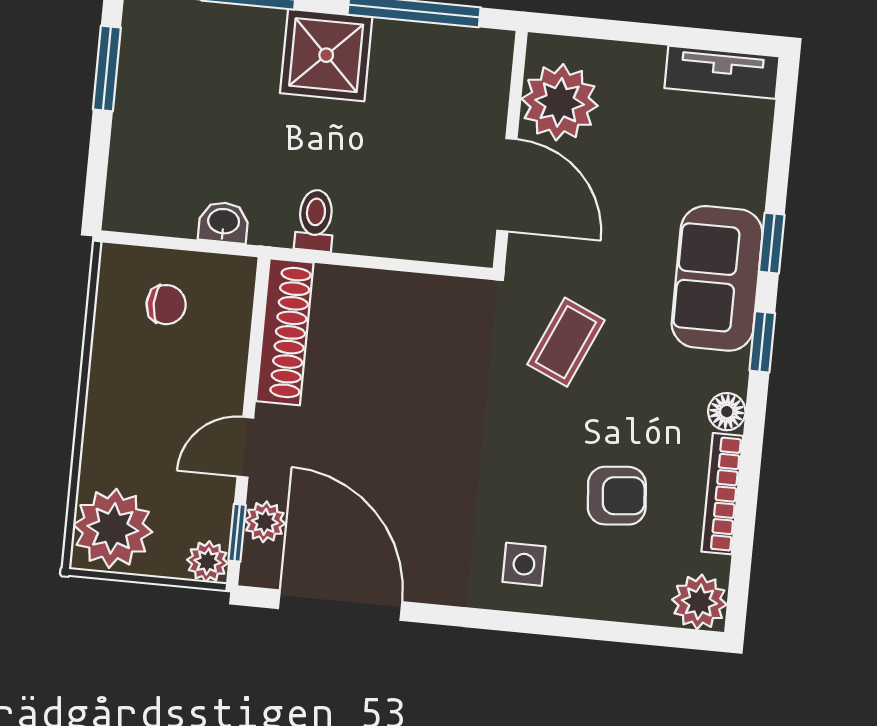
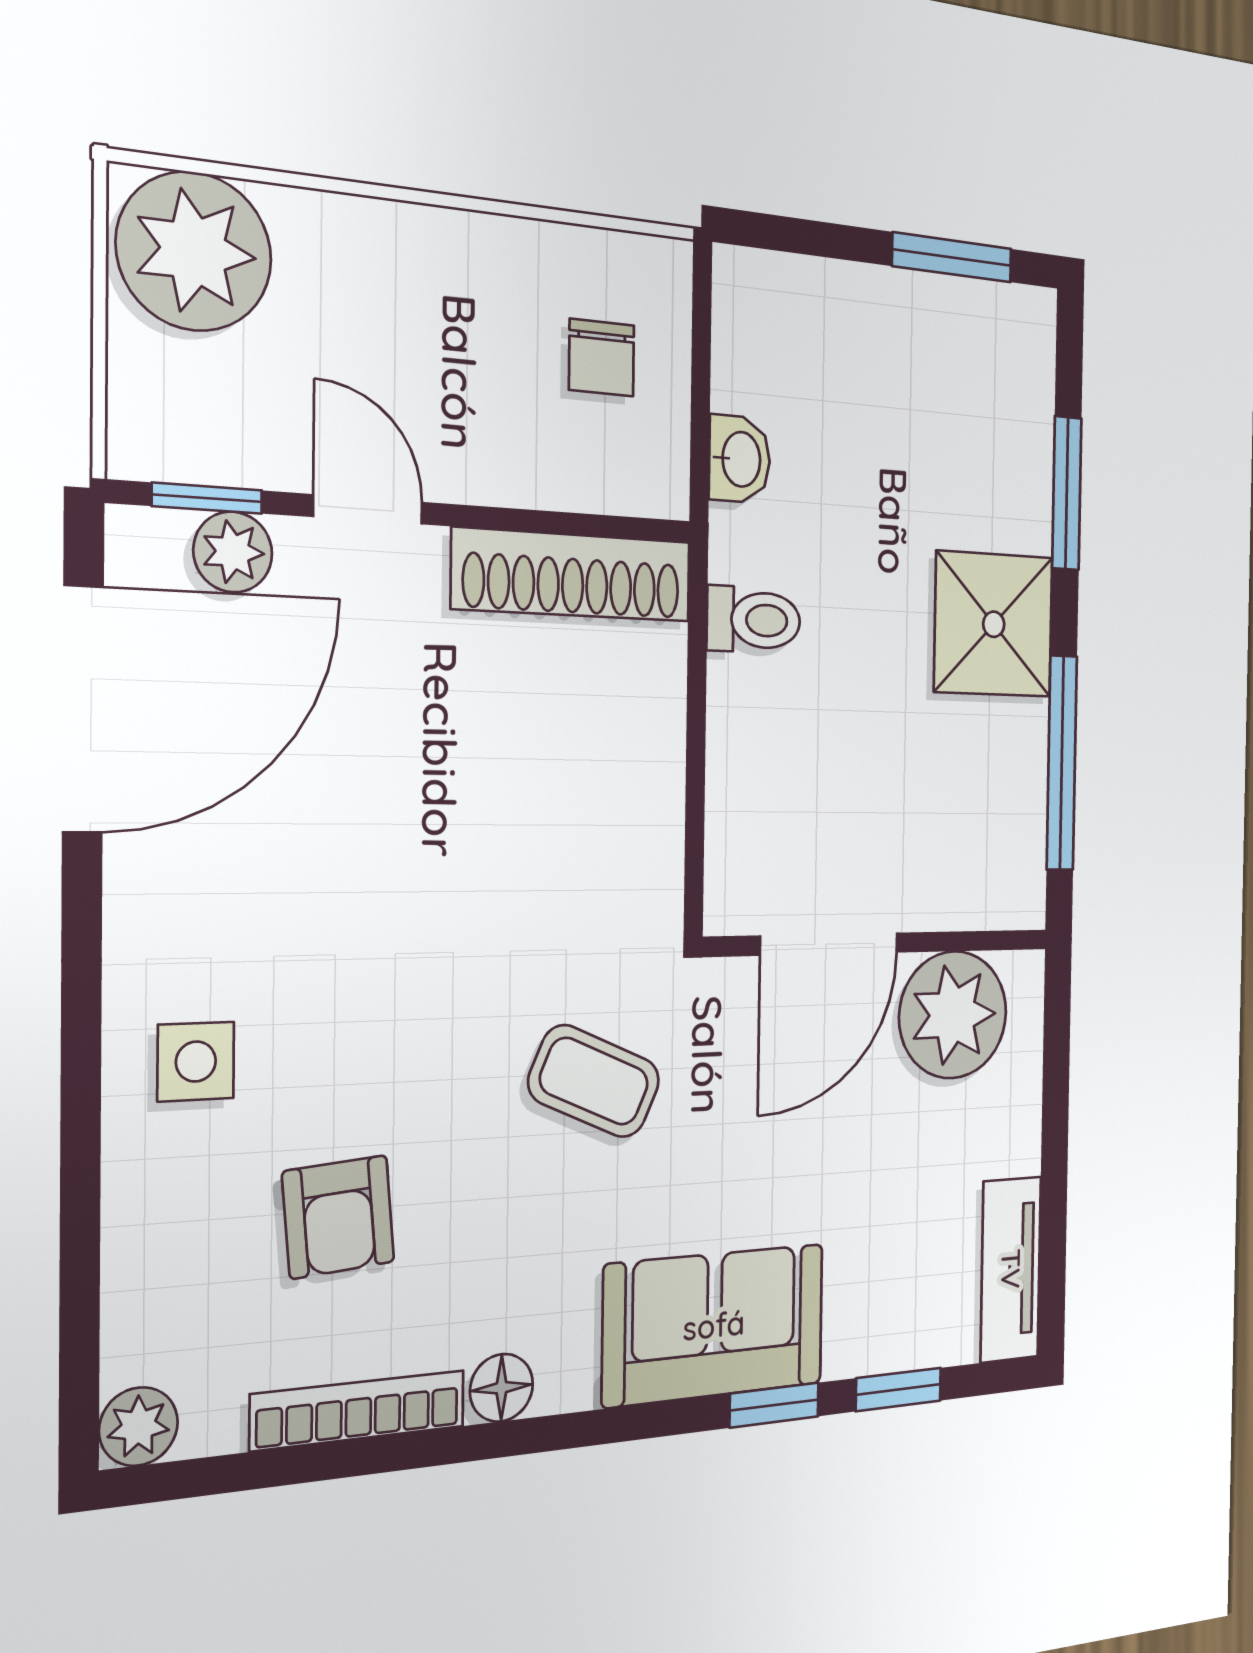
window: (762, 342) -> (898, 1389), moved
plant: (208, 561) -> (146, 441), removed
plant: (699, 602) -> (139, 1427), width x0.73, depth x0.73

